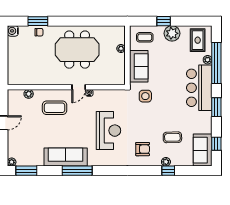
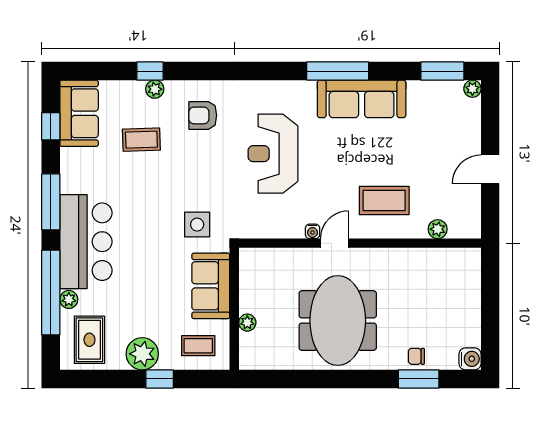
meeting table: (77, 50) -> (338, 321), turned 90
window: (216, 107) -> (51, 202), width x1.44

